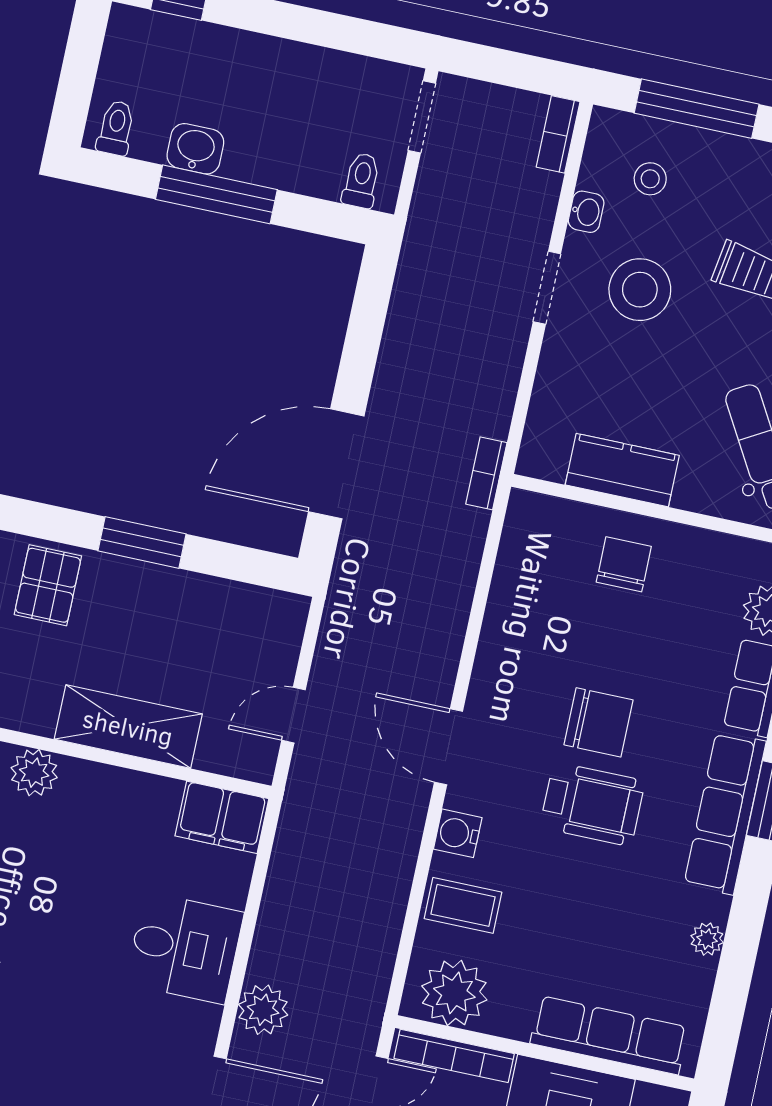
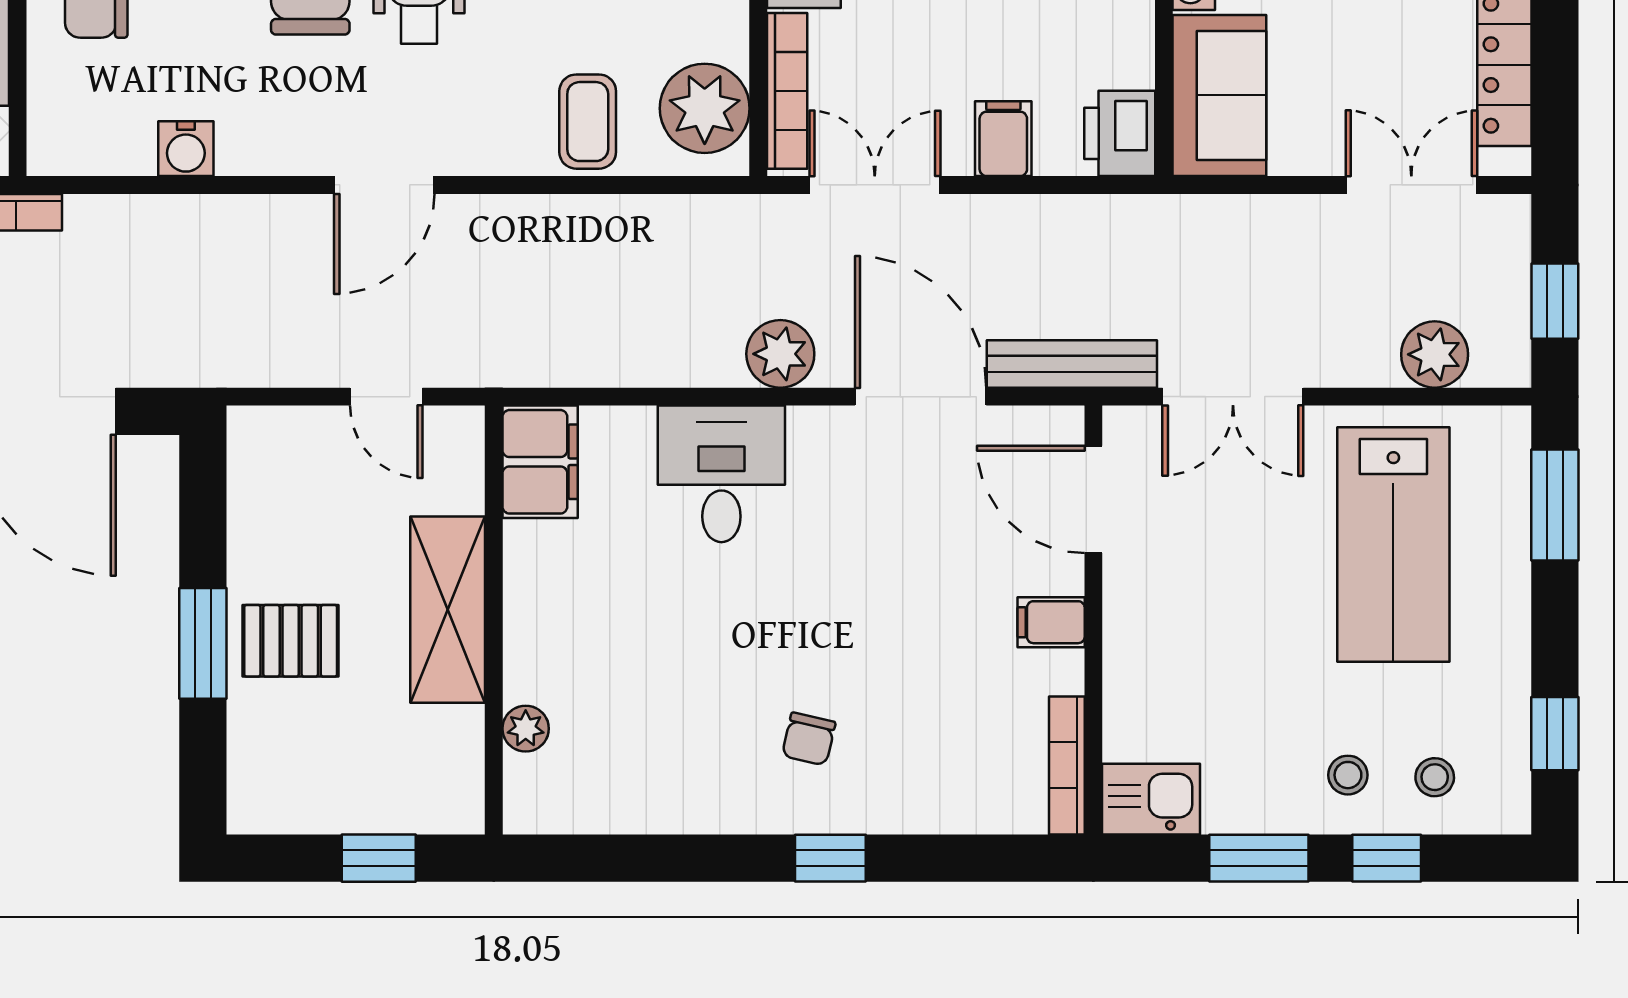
pallet: (48, 585) -> (291, 641), moved
plant: (34, 773) -> (526, 729), width x0.73, depth x0.73
water cooler: (458, 833) -> (186, 149), moved

